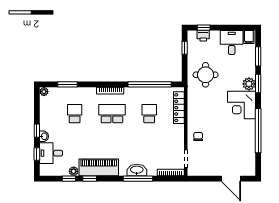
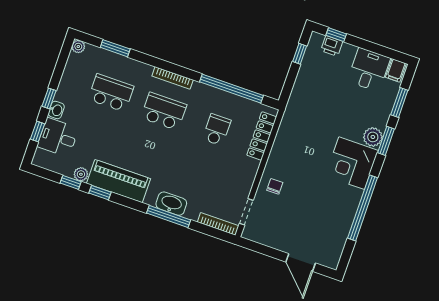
round table: (206, 75) -> (316, 103), removed
school desk: (75, 114) -> (111, 93), width x1.85

